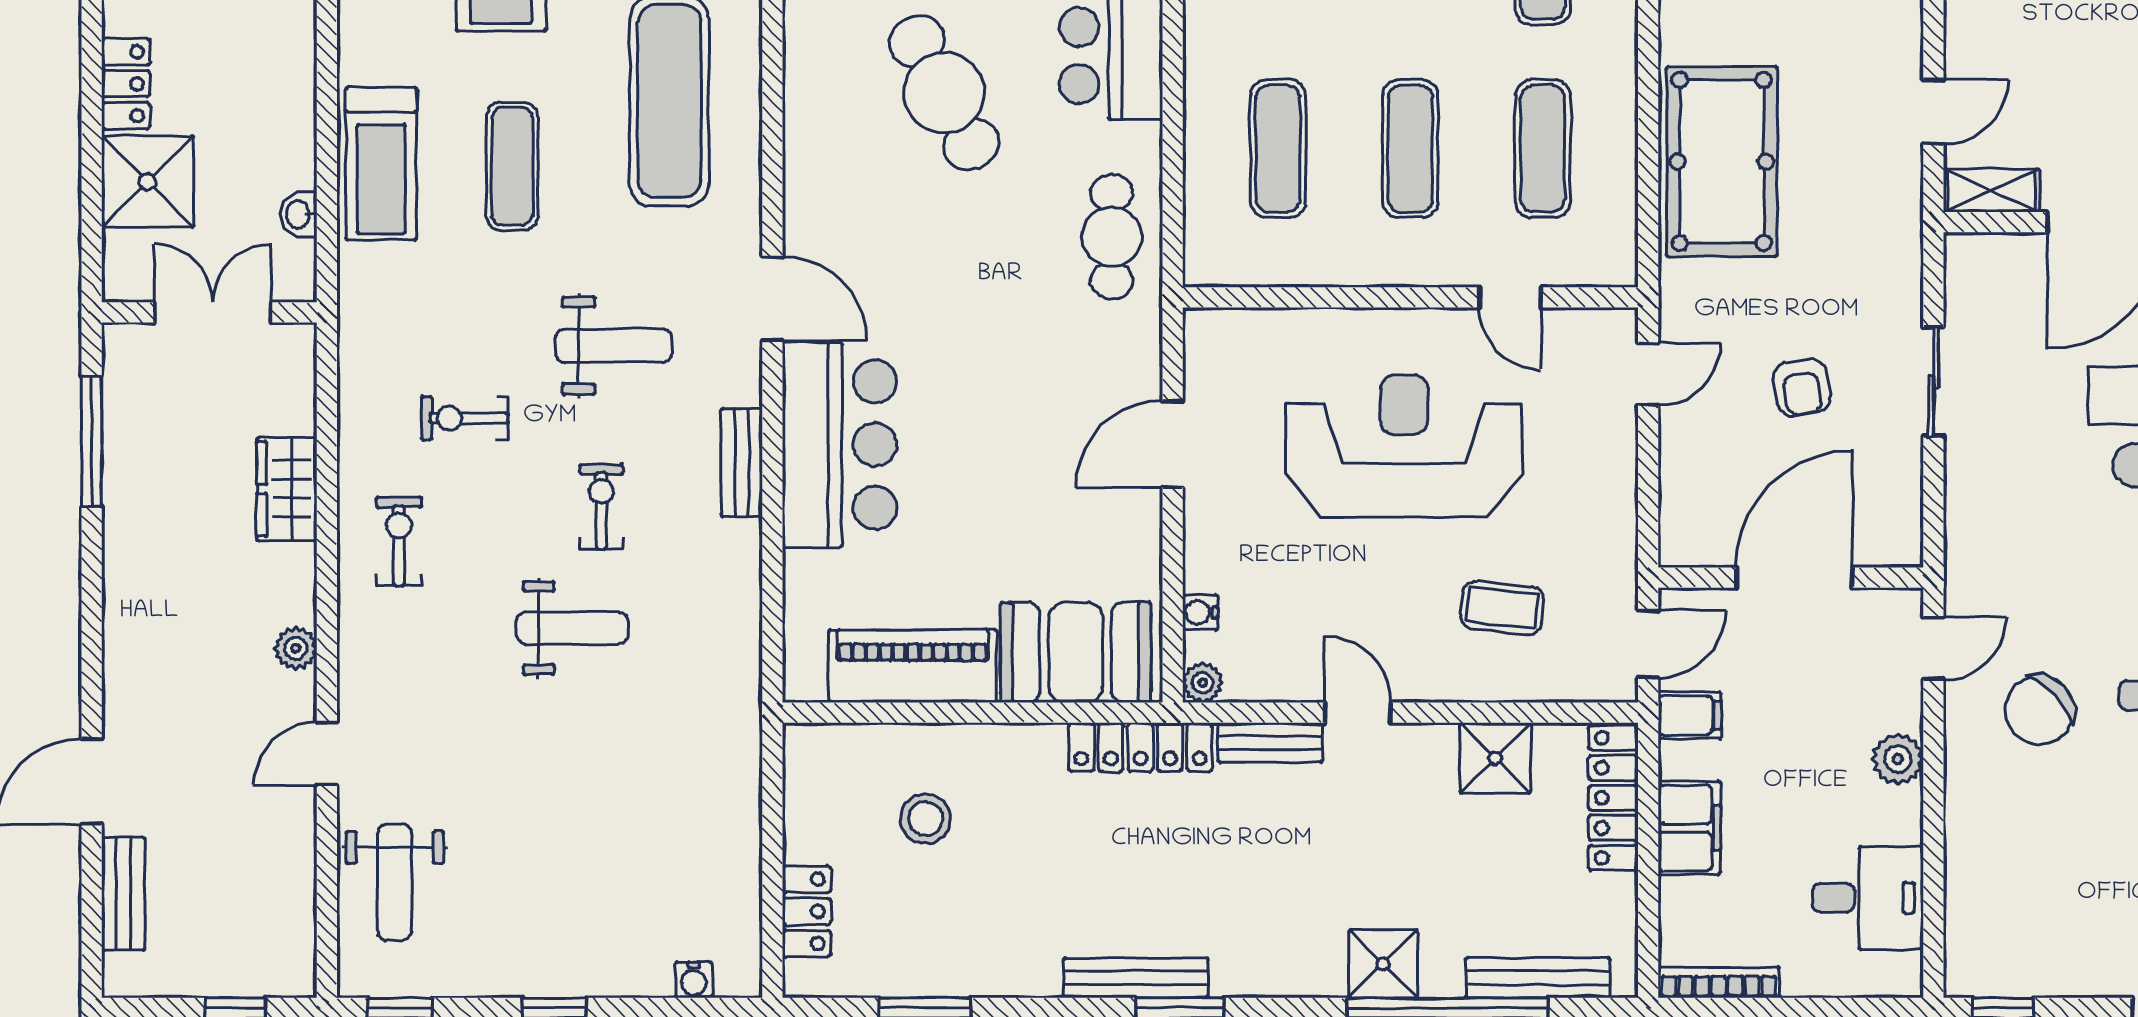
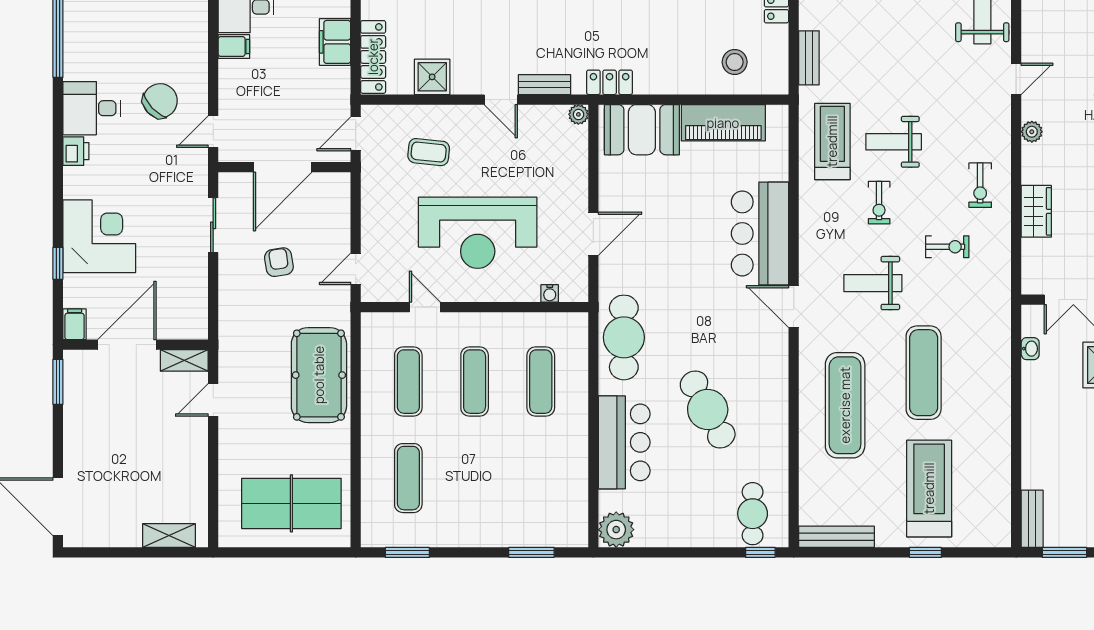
treadmill: (381, 164) -> (832, 141), moved
exercise mat: (512, 166) -> (924, 373), width x1.36, depth x1.45
cafe table: (1112, 237) -> (624, 337), width x1.37, depth x1.35
sliding door: (1933, 382) -> (213, 225), moved
bench: (742, 462) -> (809, 58), moved
water cooler: (1200, 612) -> (550, 293), moved, turned 90
filing cabinet: (1690, 715) -> (234, 47), moved, turned 180
locker: (1140, 747) -> (610, 82), width x0.66
plant: (1898, 759) -> (231, 76), removed
stool: (926, 819) -> (735, 62), moved

